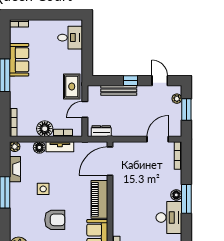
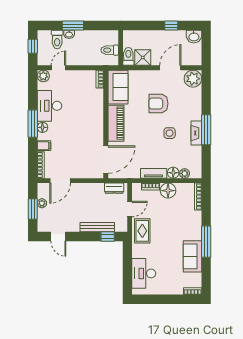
desk: (70, 38) -> (144, 273), width x1.37
window: (130, 81) -> (108, 237), moved
plant: (177, 99) -> (42, 203), moved
plant: (15, 147) -> (185, 173), moved
fireplace: (15, 169) -> (196, 133), moved
filing cabinet: (175, 176) -> (44, 146), added

